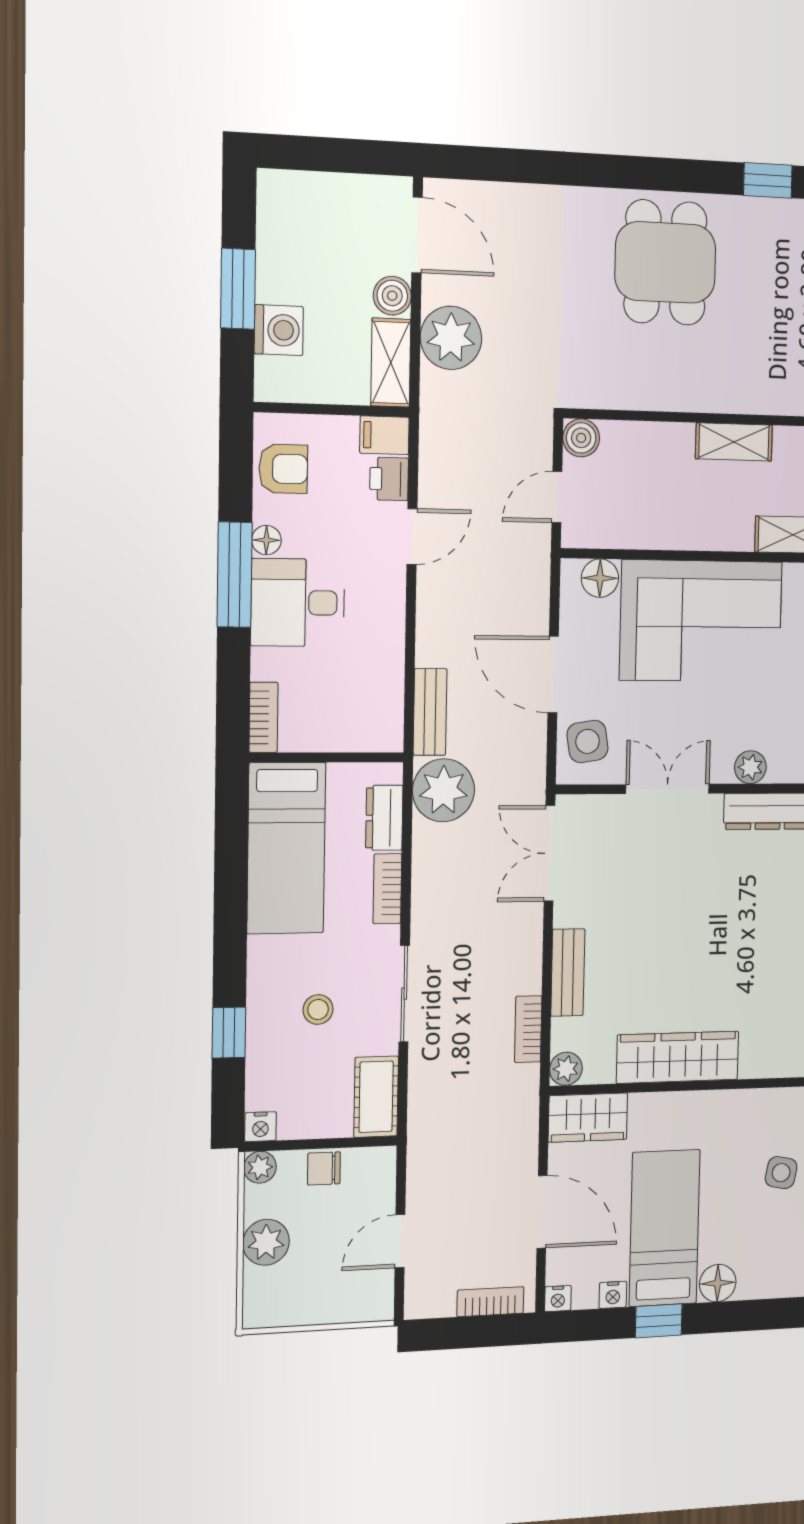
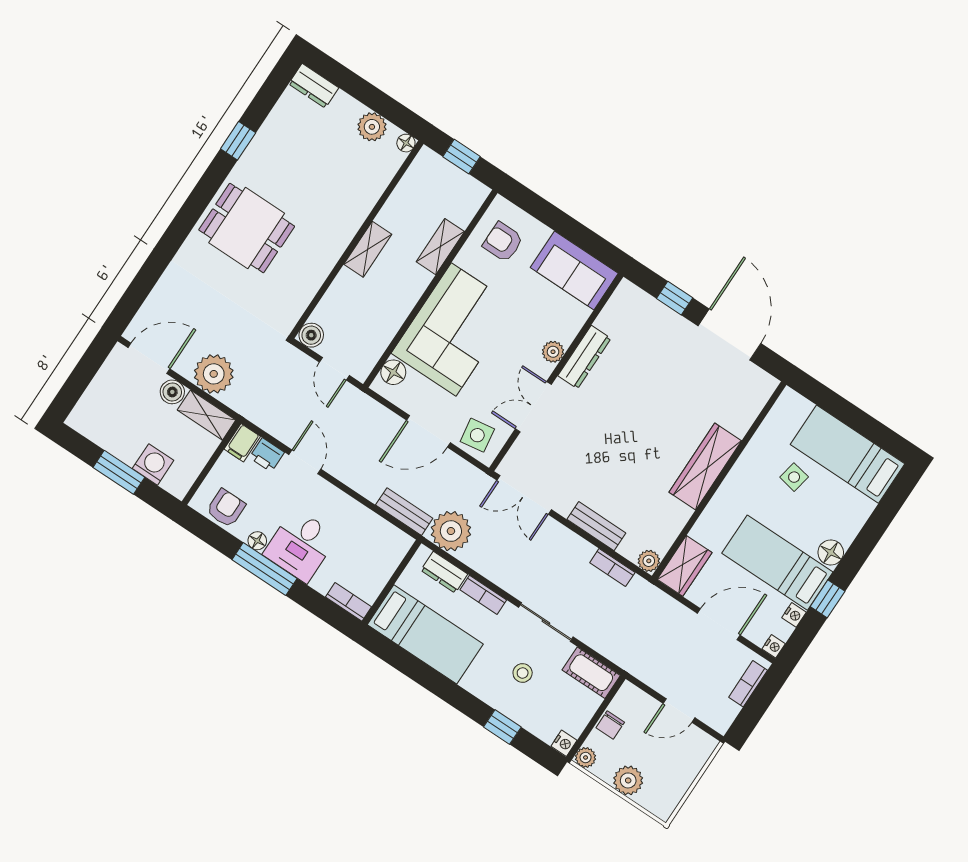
wardrobe: (678, 1057) -> (705, 466), moved
door: (400, 1241) -> (679, 710), hinge flipped

